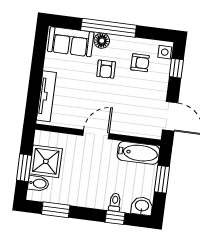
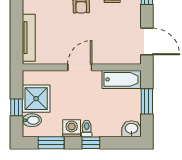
window: (24, 168) -> (17, 107), width x0.67
washing machine: (79, 197) -> (72, 128), added
toilet: (115, 202) -> (87, 128), moved
window: (115, 217) -> (91, 143), moved

